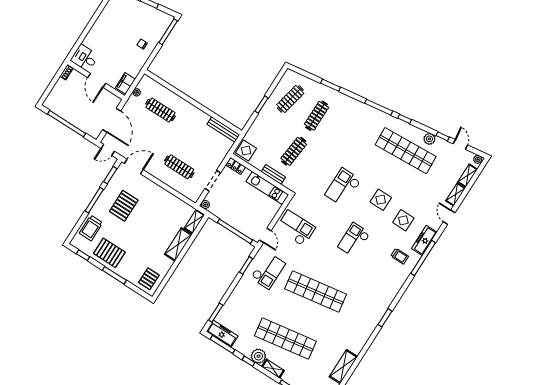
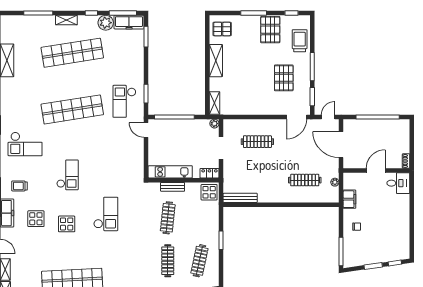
door: (97, 80) -> (376, 171), hinge flipped
filing cabinet: (125, 83) -> (349, 199), moved
checkout: (296, 228) -> (25, 144), moved
shelving: (178, 244) -> (216, 61), moved
pallet: (109, 253) -> (270, 30), turned 90
pallet: (149, 279) -> (222, 29), turned 90
plant: (258, 356) -> (106, 23), moved

